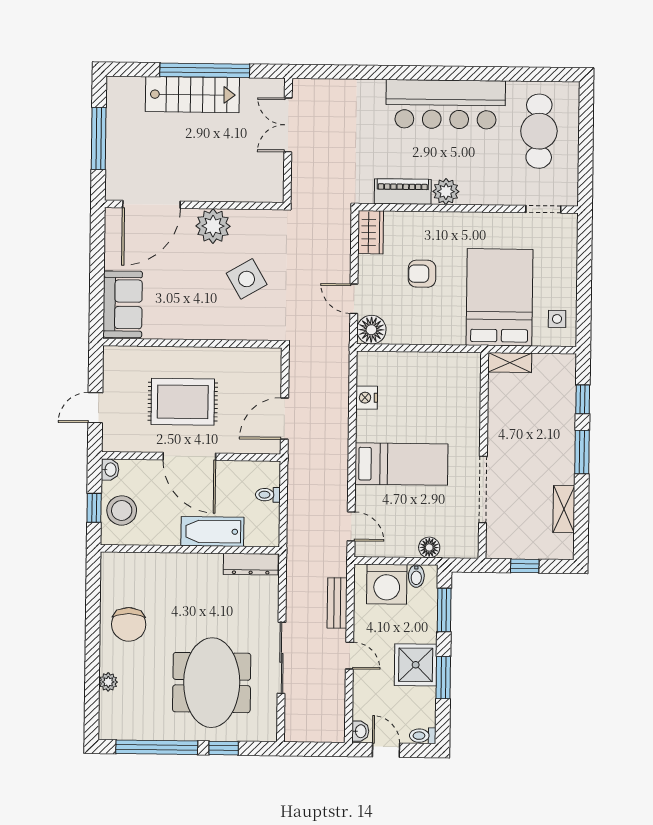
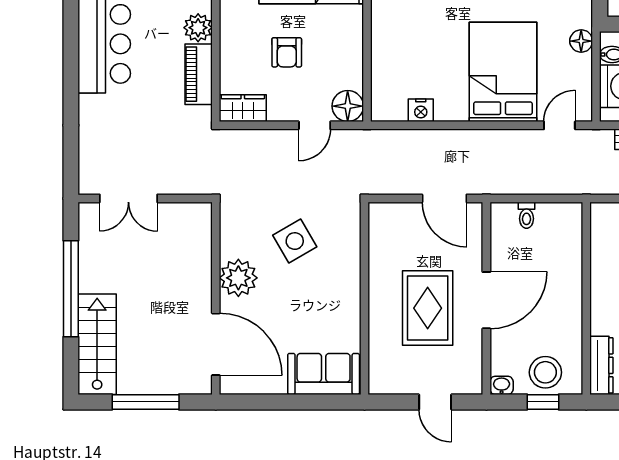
stairs: (192, 95) -> (97, 344), moved
bed: (401, 464) -> (503, 72), width x1.50
bathtub: (212, 532) -> (567, 274), removed
dresser: (251, 564) -> (601, 365), moved

